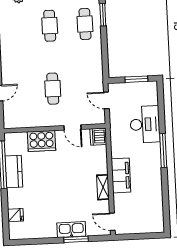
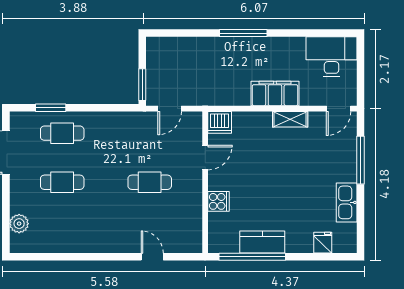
window: (136, 79) -> (142, 85), moved
desk: (145, 124) -> (332, 57), moved
cooker: (42, 141) -> (218, 201), width x0.53, depth x0.76
kitchen sink: (71, 230) -> (347, 202), moved
window: (76, 239) -> (361, 160), width x1.44

